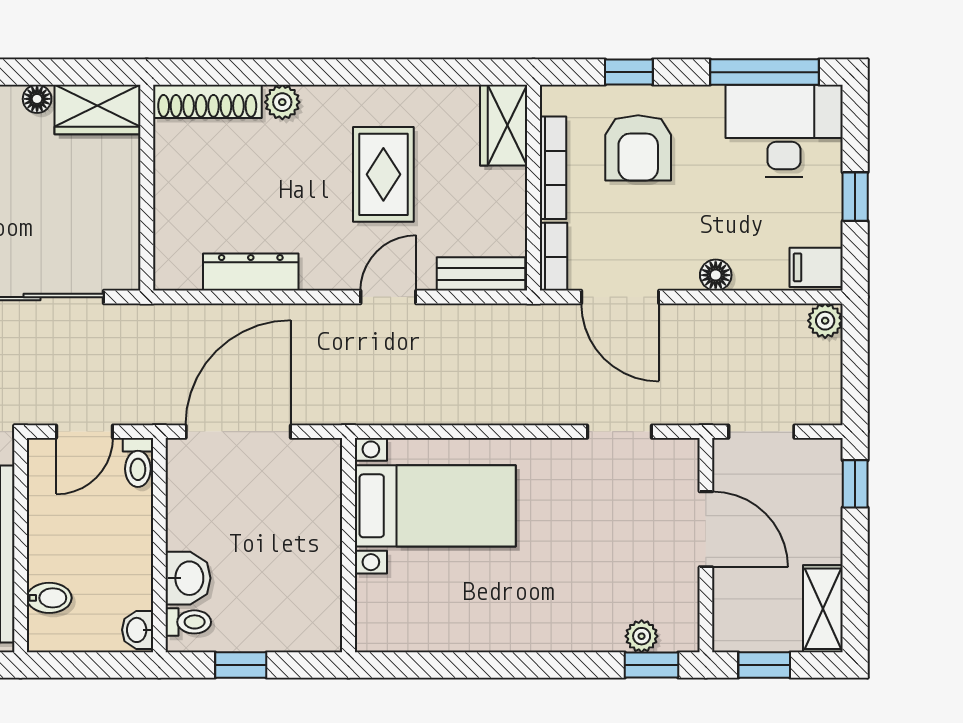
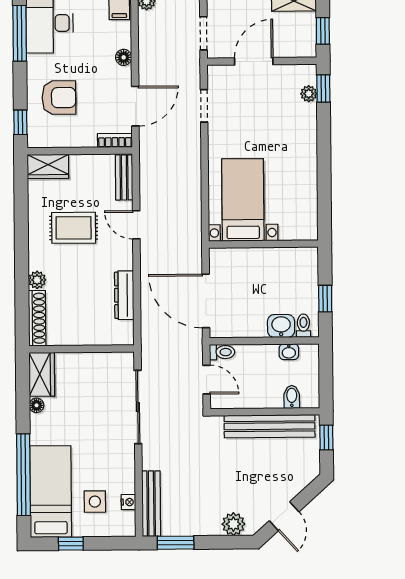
window: (629, 72) -> (20, 122), moved
bookcase: (553, 168) -> (69, 141), removed
washbasin: (138, 630) -> (289, 352), moved

